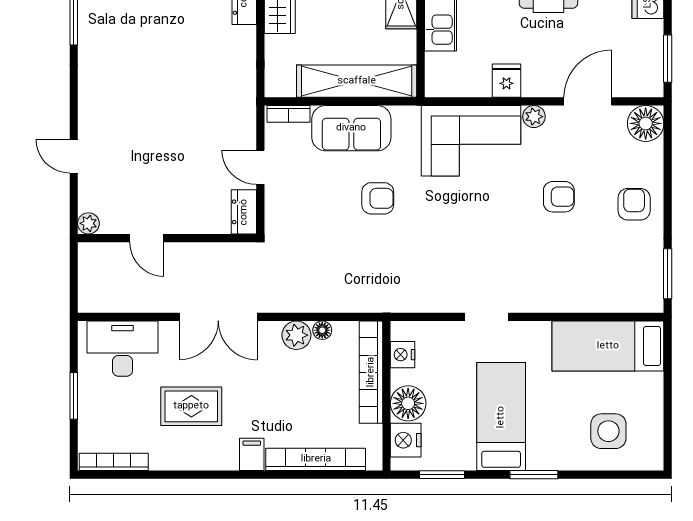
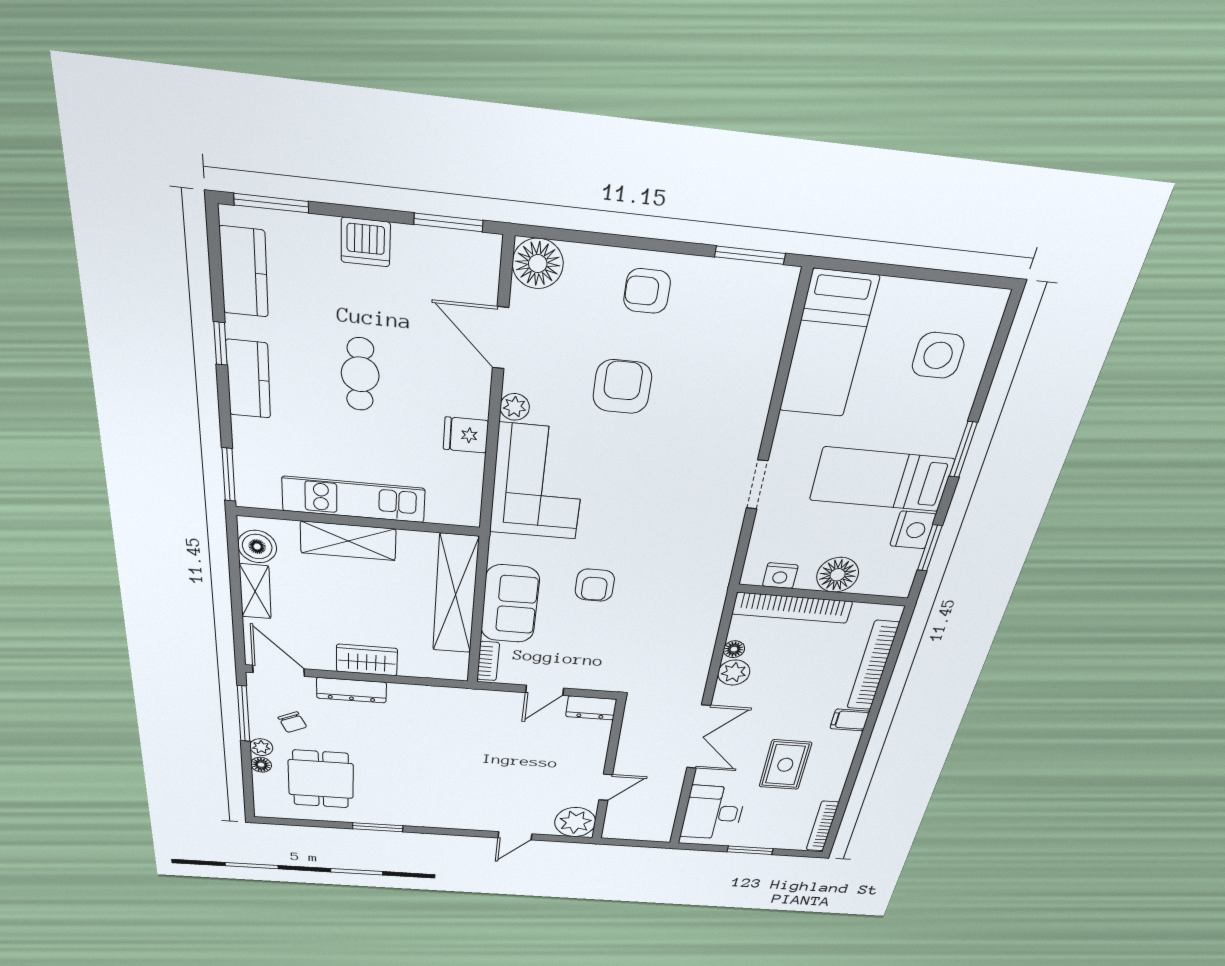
armchair: (559, 197) -> (622, 387), width x1.38, depth x1.38
armchair: (378, 198) -> (595, 585), turned 180
plant: (88, 223) -> (575, 822), width x1.87, depth x1.87
nightstand: (406, 440) -> (913, 530), moved, turned -90

